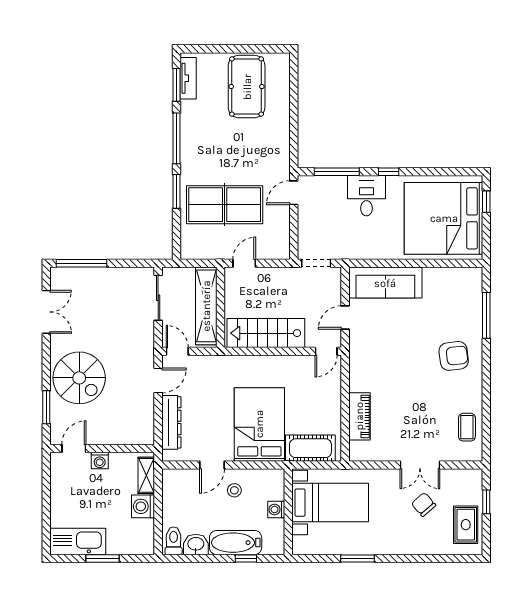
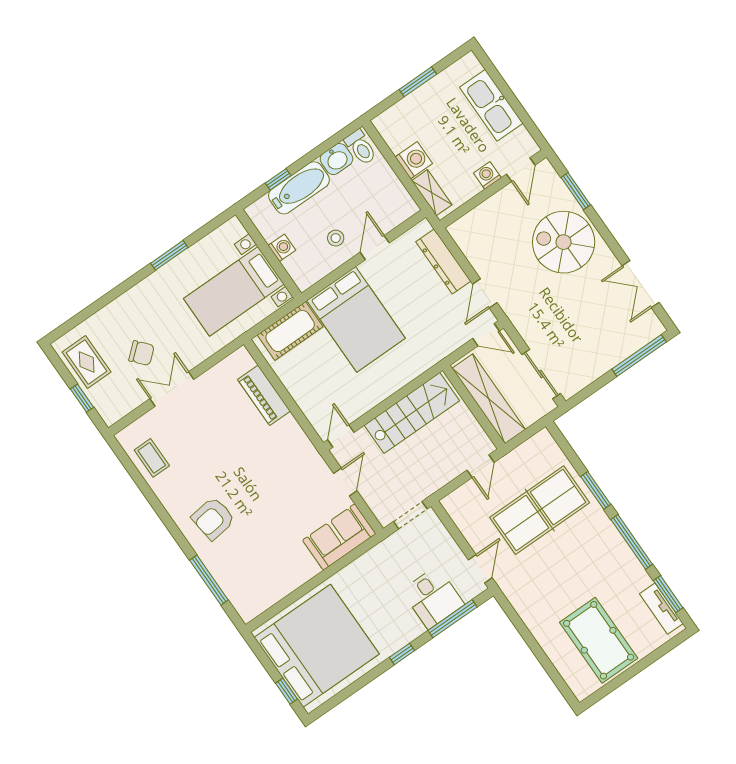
desk: (366, 196) -> (433, 598), moved
sofa: (385, 283) -> (339, 537), width x0.73
kitchen sink: (78, 541) -> (491, 105), moved, turned 90

